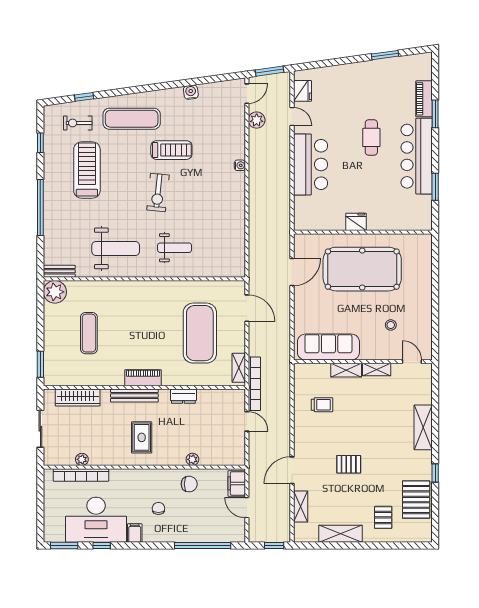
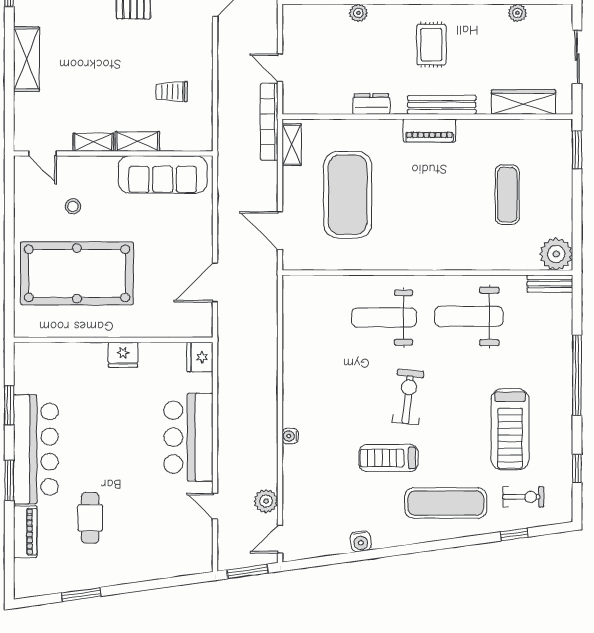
fridge: (302, 91) -> (200, 357), moved
window: (435, 114) -> (9, 480), moved
cafe table: (371, 137) -> (90, 518), moved
weight bench: (175, 248) -> (384, 317), width x1.36, depth x1.33
pool table: (362, 269) -> (77, 273), moved

